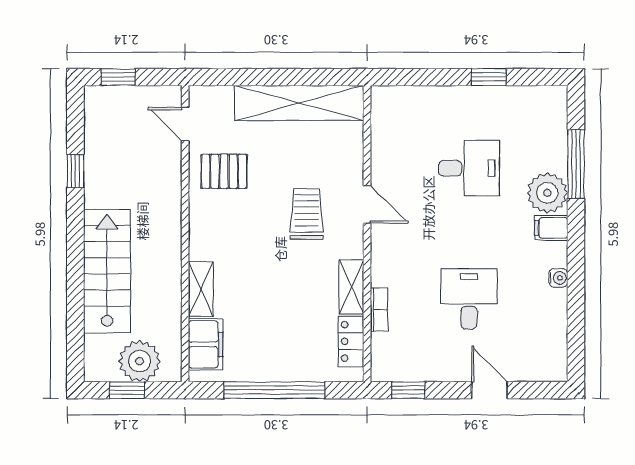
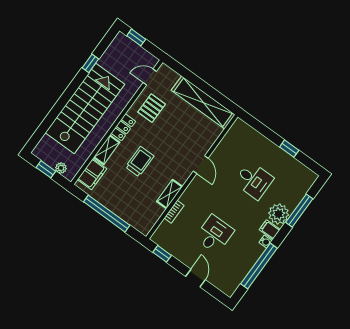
door: (185, 124) -> (150, 77), hinge flipped
pallet: (224, 171) -> (152, 108), turned 90
trolley: (307, 214) -> (140, 162), moved
stairs: (107, 271) -> (85, 109), width x1.36, depth x1.51
water cooler: (558, 278) -> (265, 242), moved
window: (576, 298) -> (259, 266), added
locker: (351, 341) -> (123, 127), moved, turned 180
plant: (140, 361) -> (61, 168), width x0.53, depth x0.53

